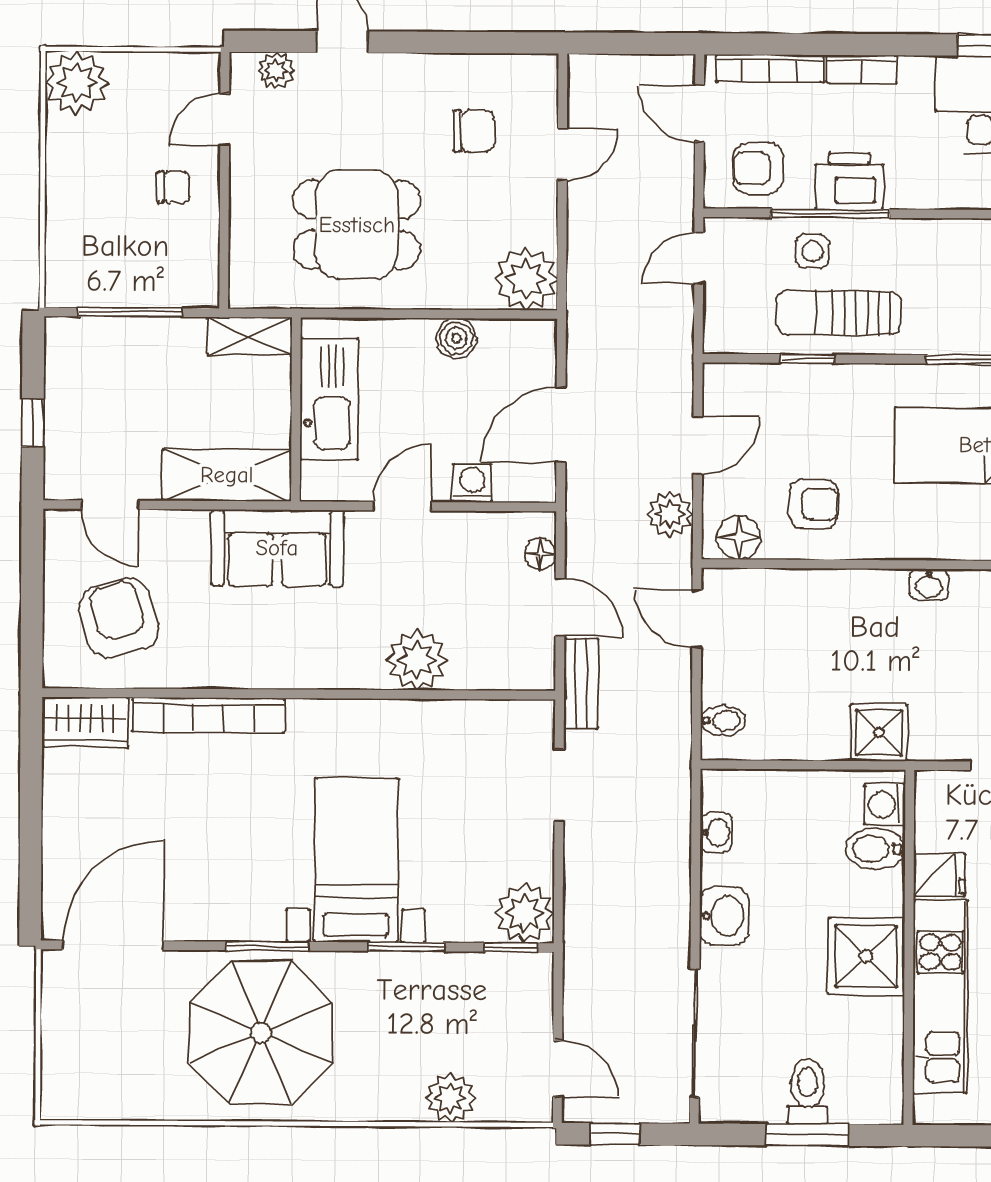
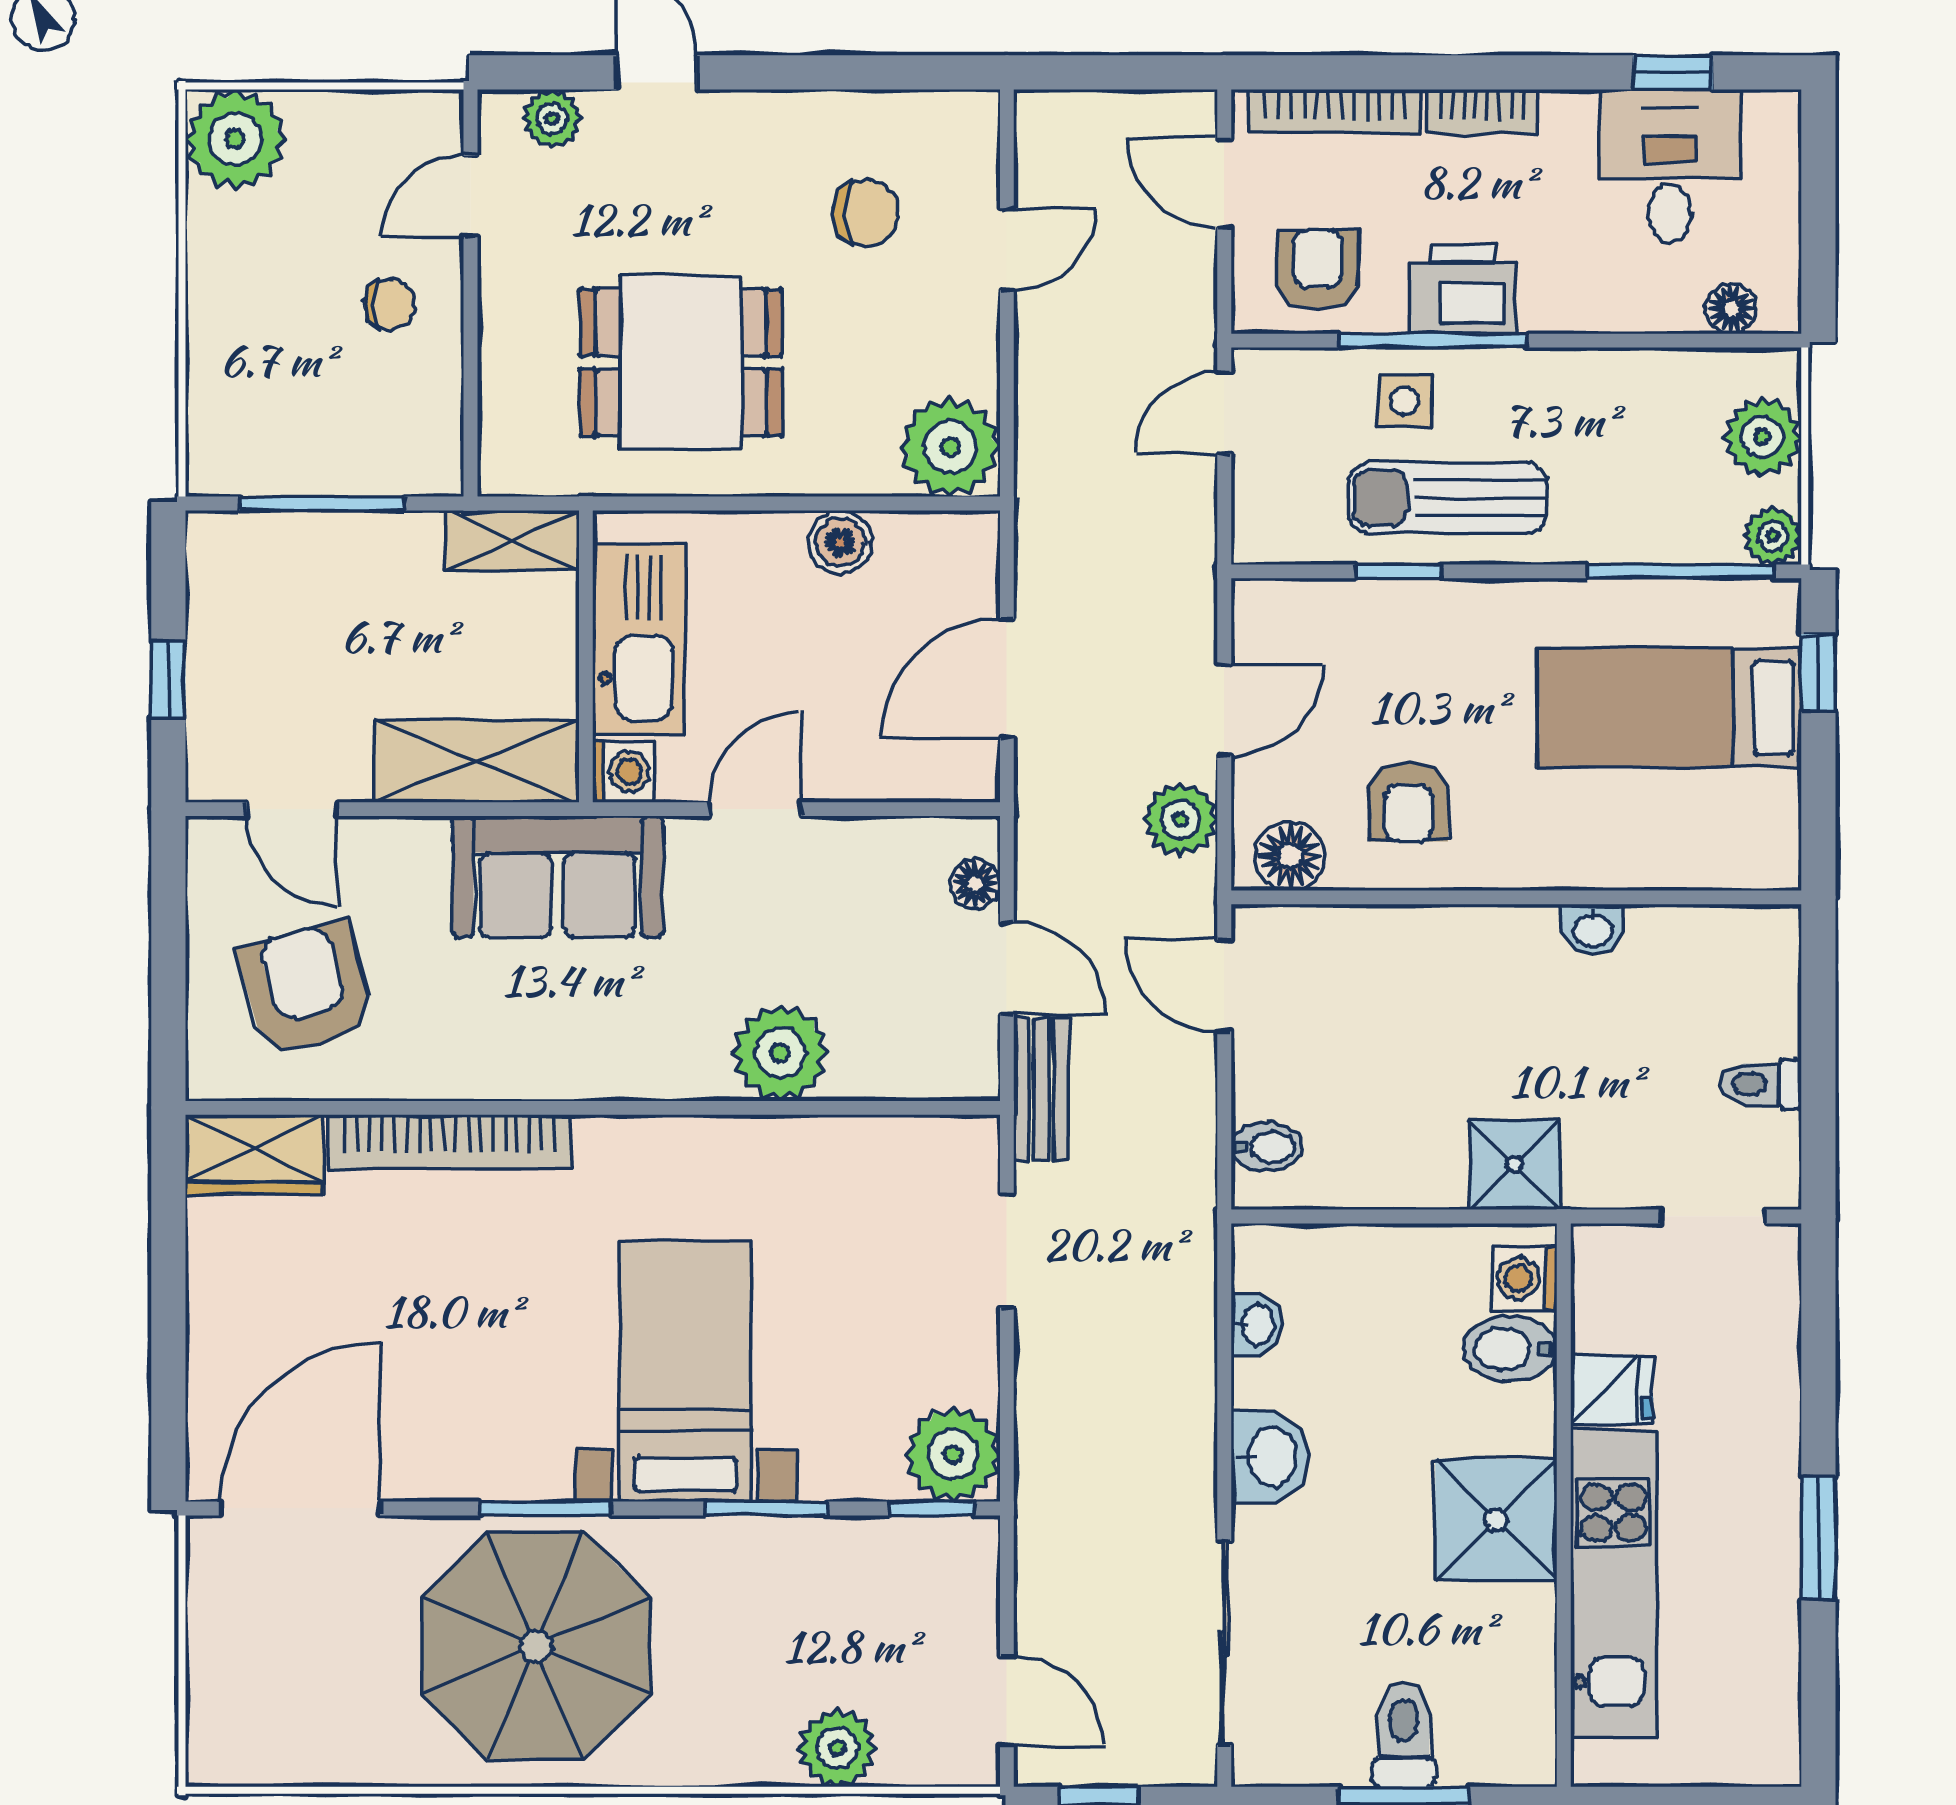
armchair: (758, 168) -> (1318, 270), turned 90
washing machine: (472, 483) -> (623, 772), moved, turned 90
armchair: (814, 504) -> (1409, 802), turned 90

